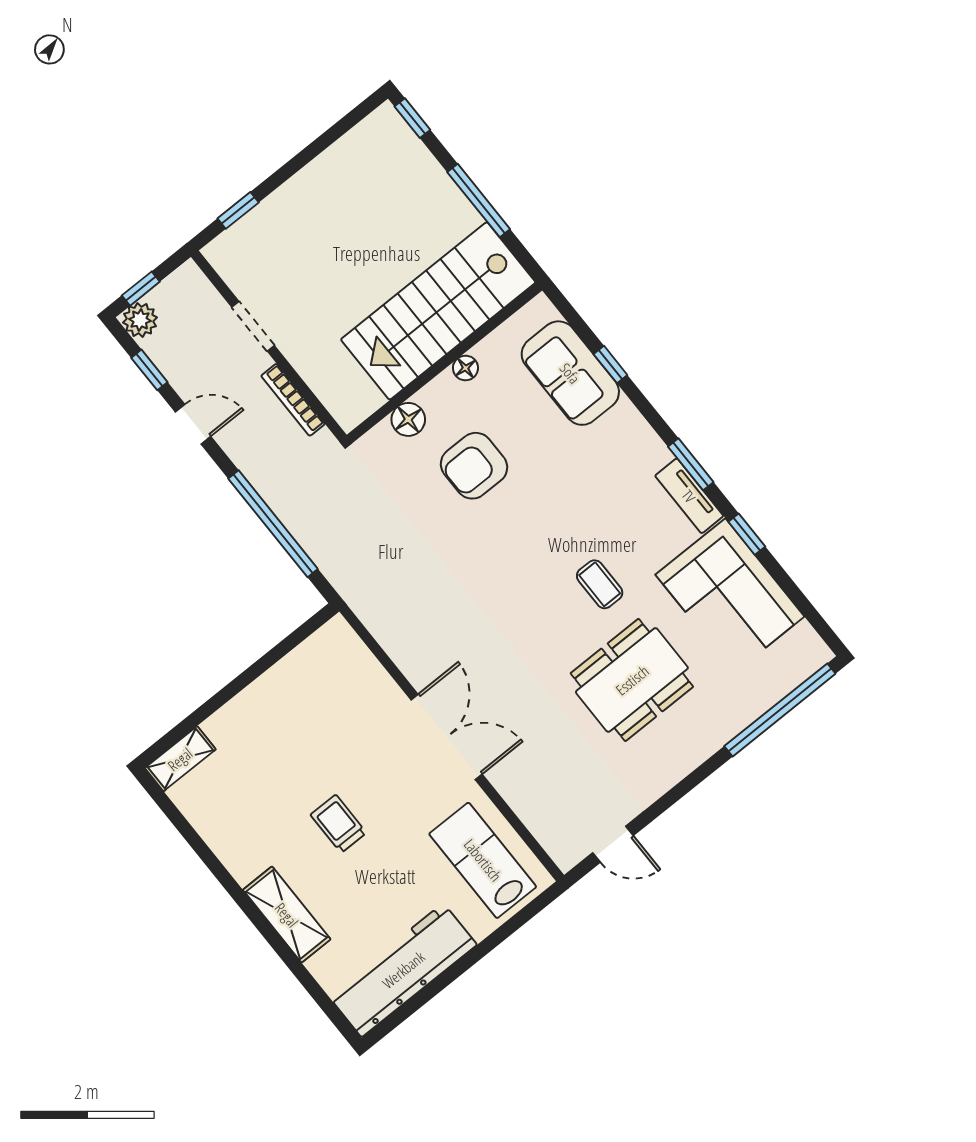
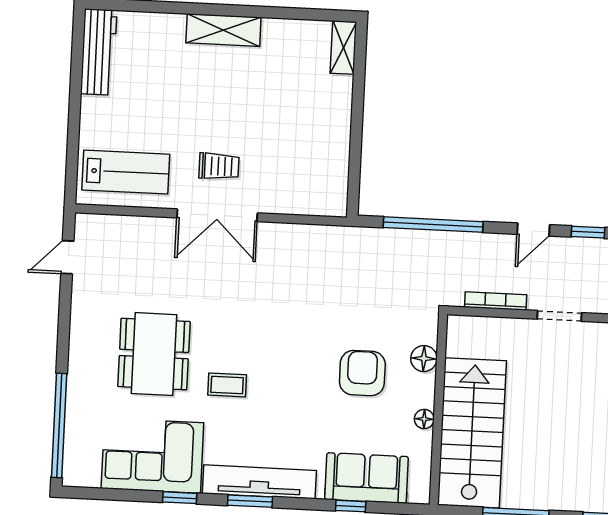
tv unit: (689, 496) -> (259, 482), width x1.92, depth x1.29
trolley: (338, 824) -> (219, 166), moved
shelving: (287, 915) -> (223, 30), moved
workbench: (403, 970) -> (99, 52), width x0.73, depth x0.76

